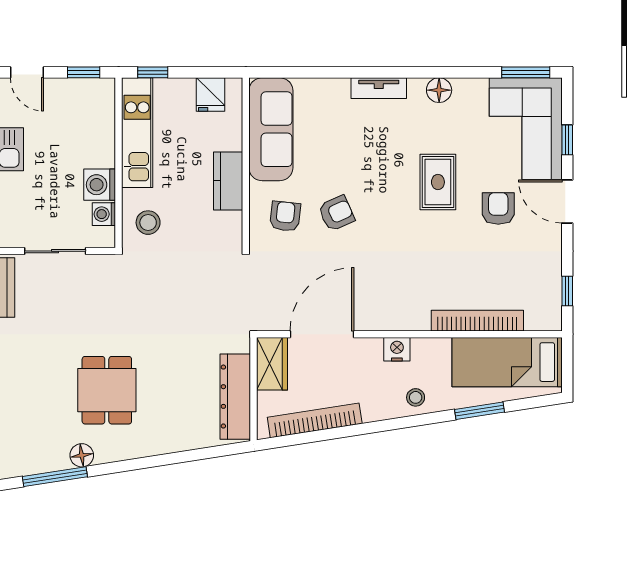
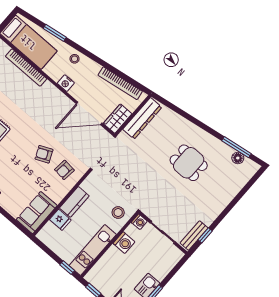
fridge: (211, 94) -> (60, 220), moved, turned 90
sofa: (271, 129) -> (37, 213), width x0.73
washing machine: (104, 214) -> (139, 222), moved
dining table: (107, 390) -> (189, 163), turned 90
floor lamp: (82, 455) -> (238, 158), moved

